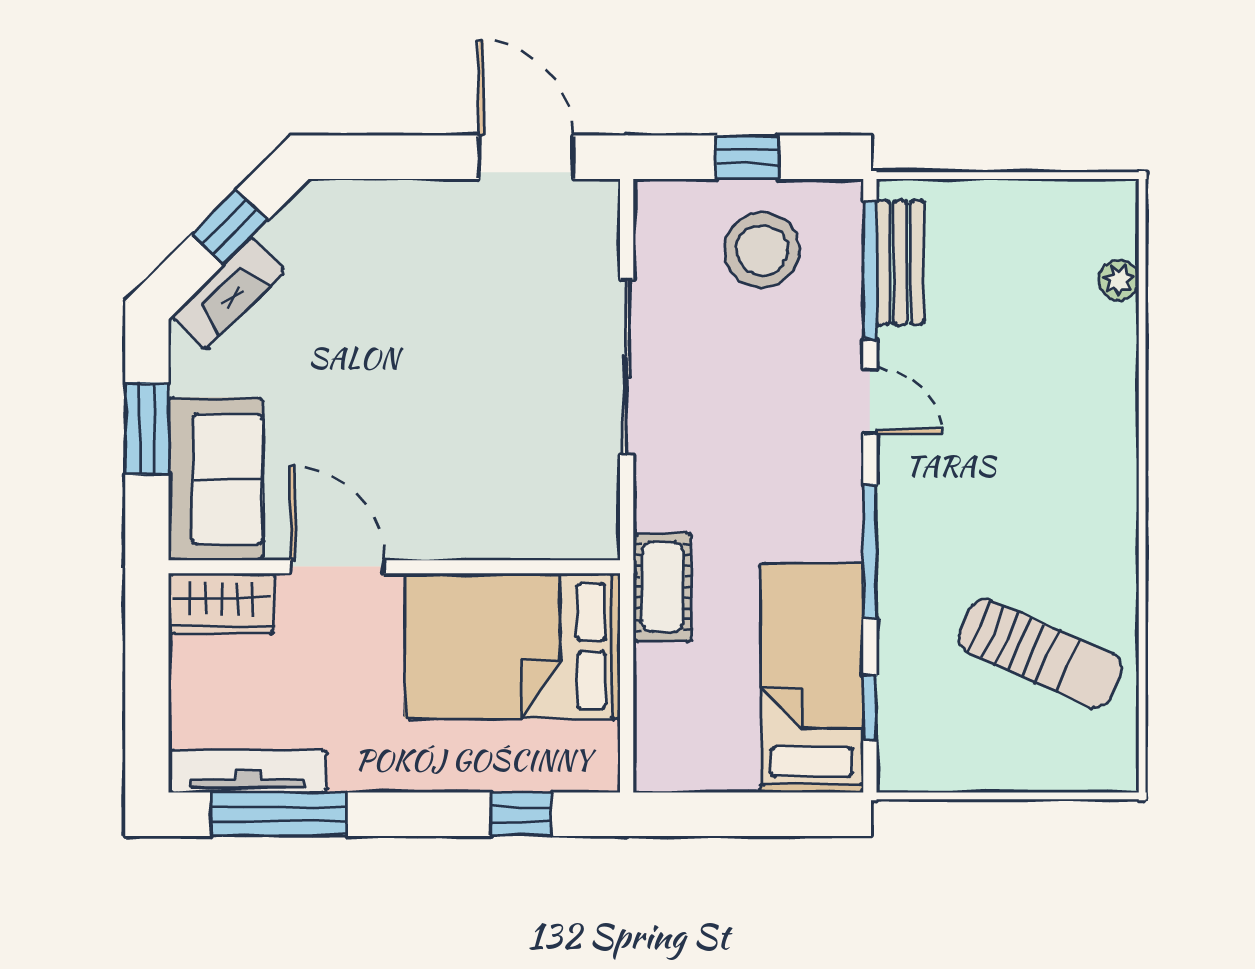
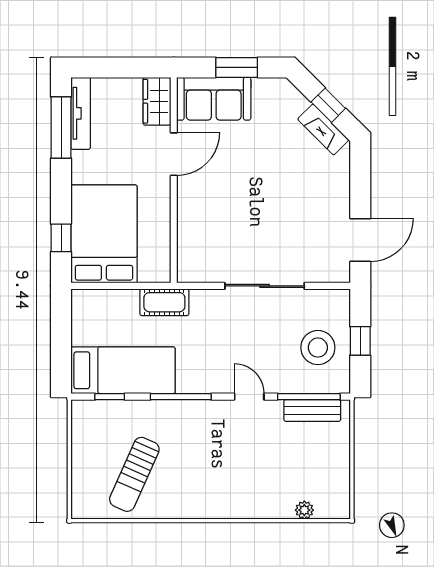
fireplace: (228, 293) -> (323, 129), moved
door: (870, 401) -> (249, 397), swing flipped
bed: (512, 646) -> (104, 234), moved

